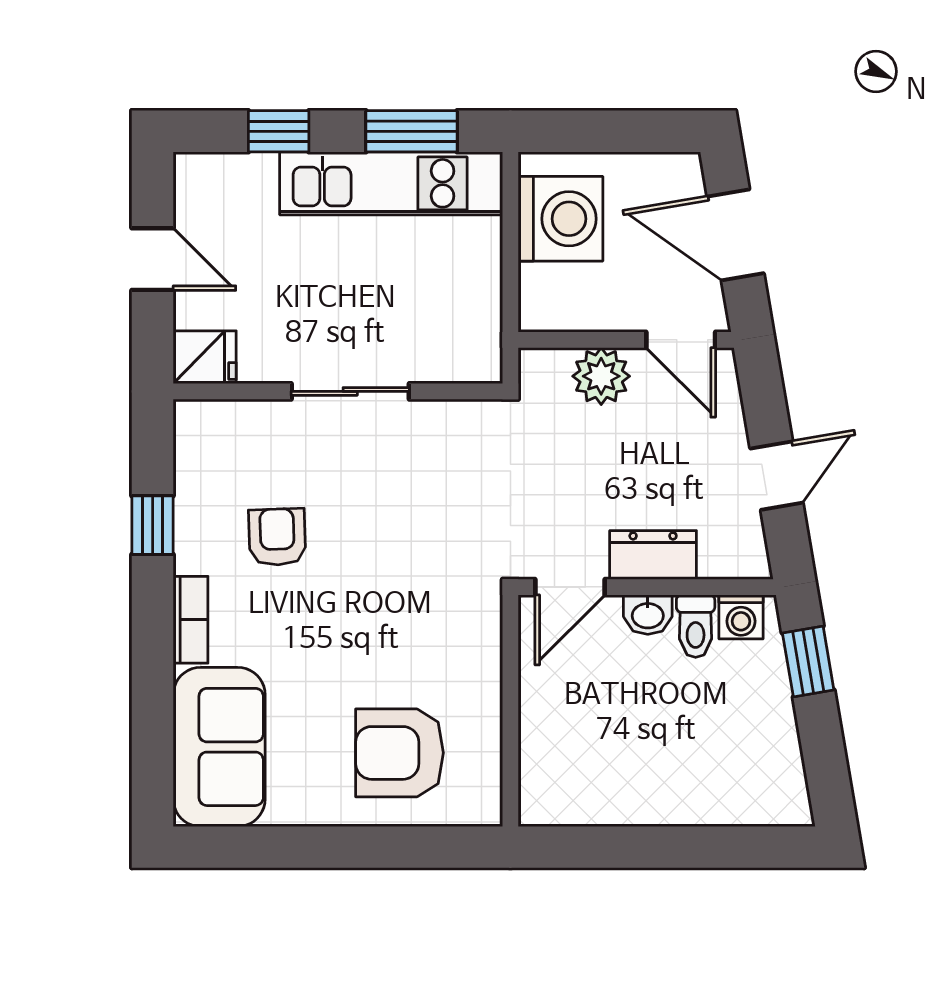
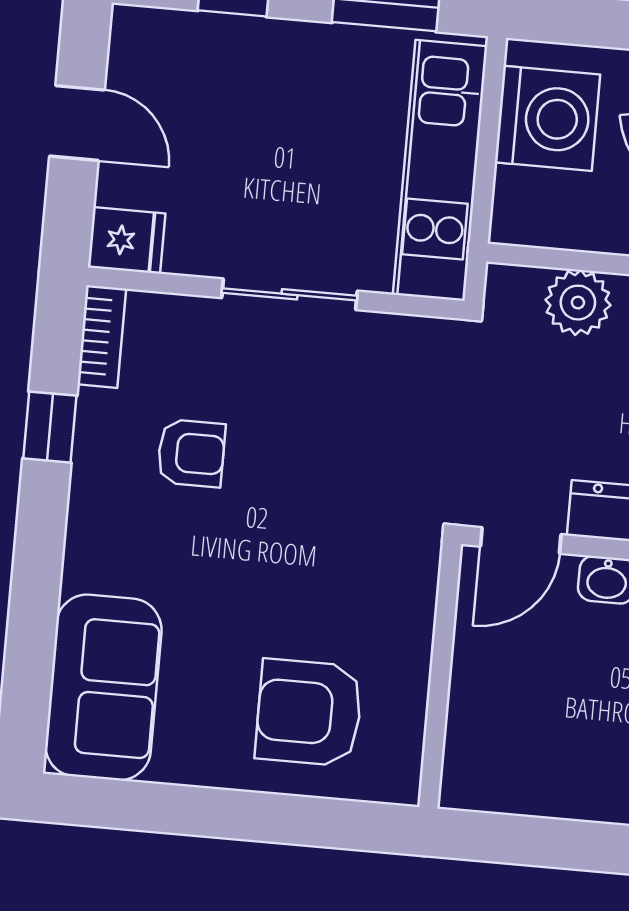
kitchen unit: (391, 183) -> (440, 170), moved, turned 90
armchair: (277, 537) -> (191, 453), turned 92
bookcase: (191, 620) -> (102, 337), moved

